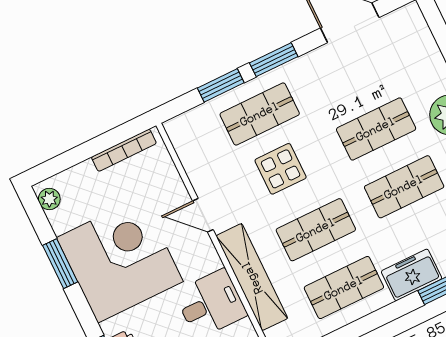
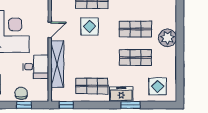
door: (203, 215) -> (50, 30), swing flipped
shop shelf: (316, 230) -> (92, 58), removed

